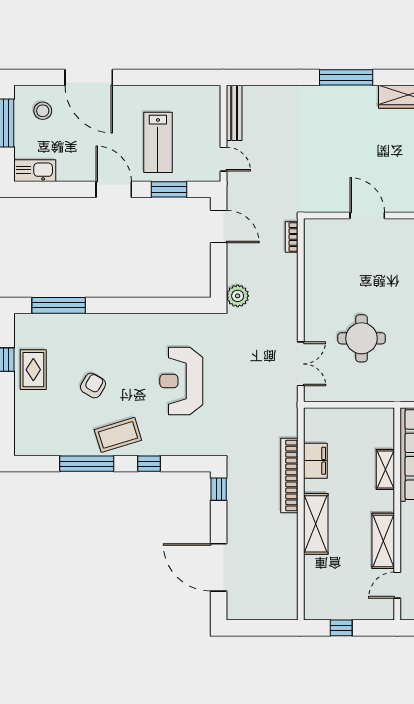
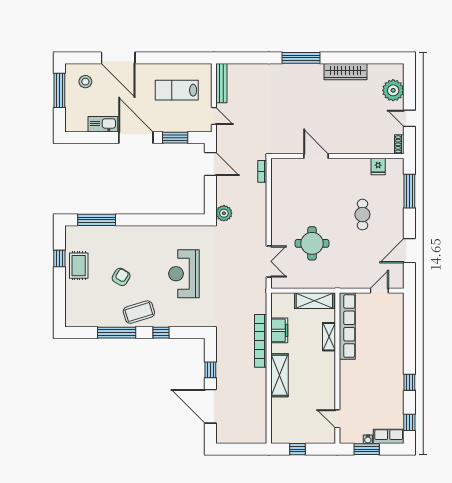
lab bench: (158, 142) -> (177, 90), moved, turned 90
kitchen sink: (35, 171) -> (103, 124), moved
door: (114, 189) -> (136, 138), width x1.36
window: (219, 489) -> (210, 370), moved
shelving: (383, 541) -> (314, 301), moved, turned 90
door: (397, 585) -> (337, 419), hinge flipped

